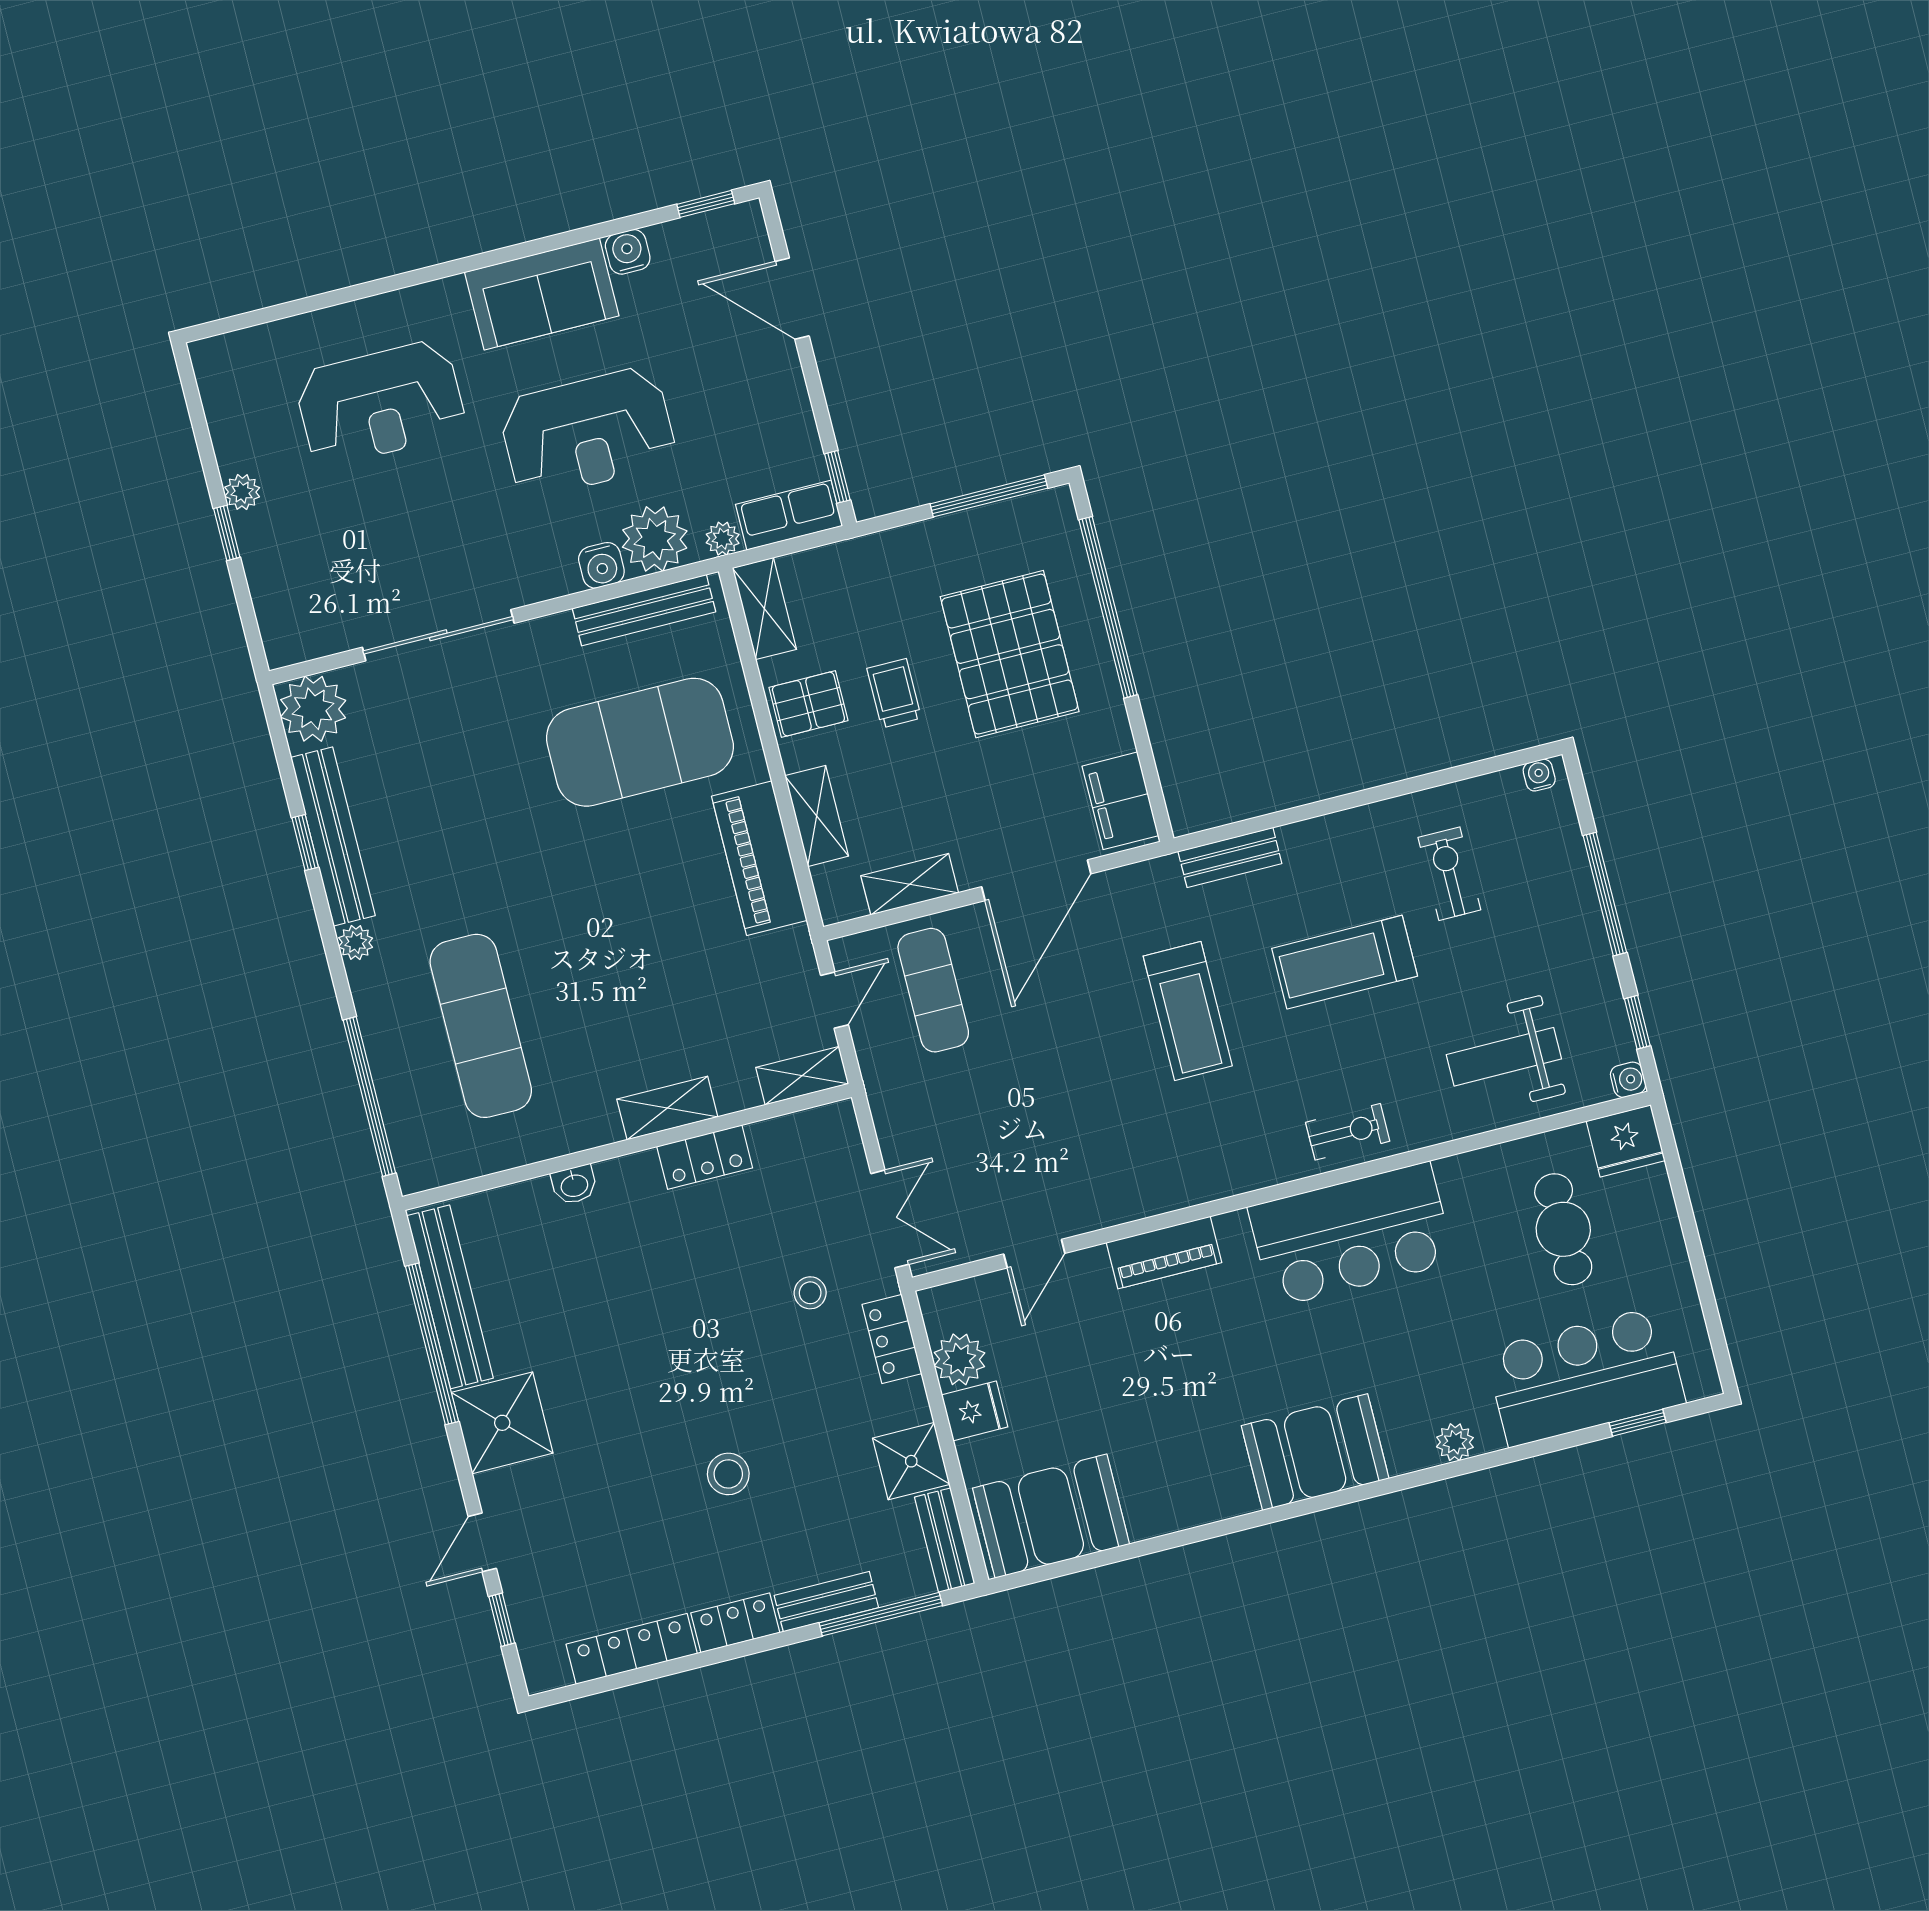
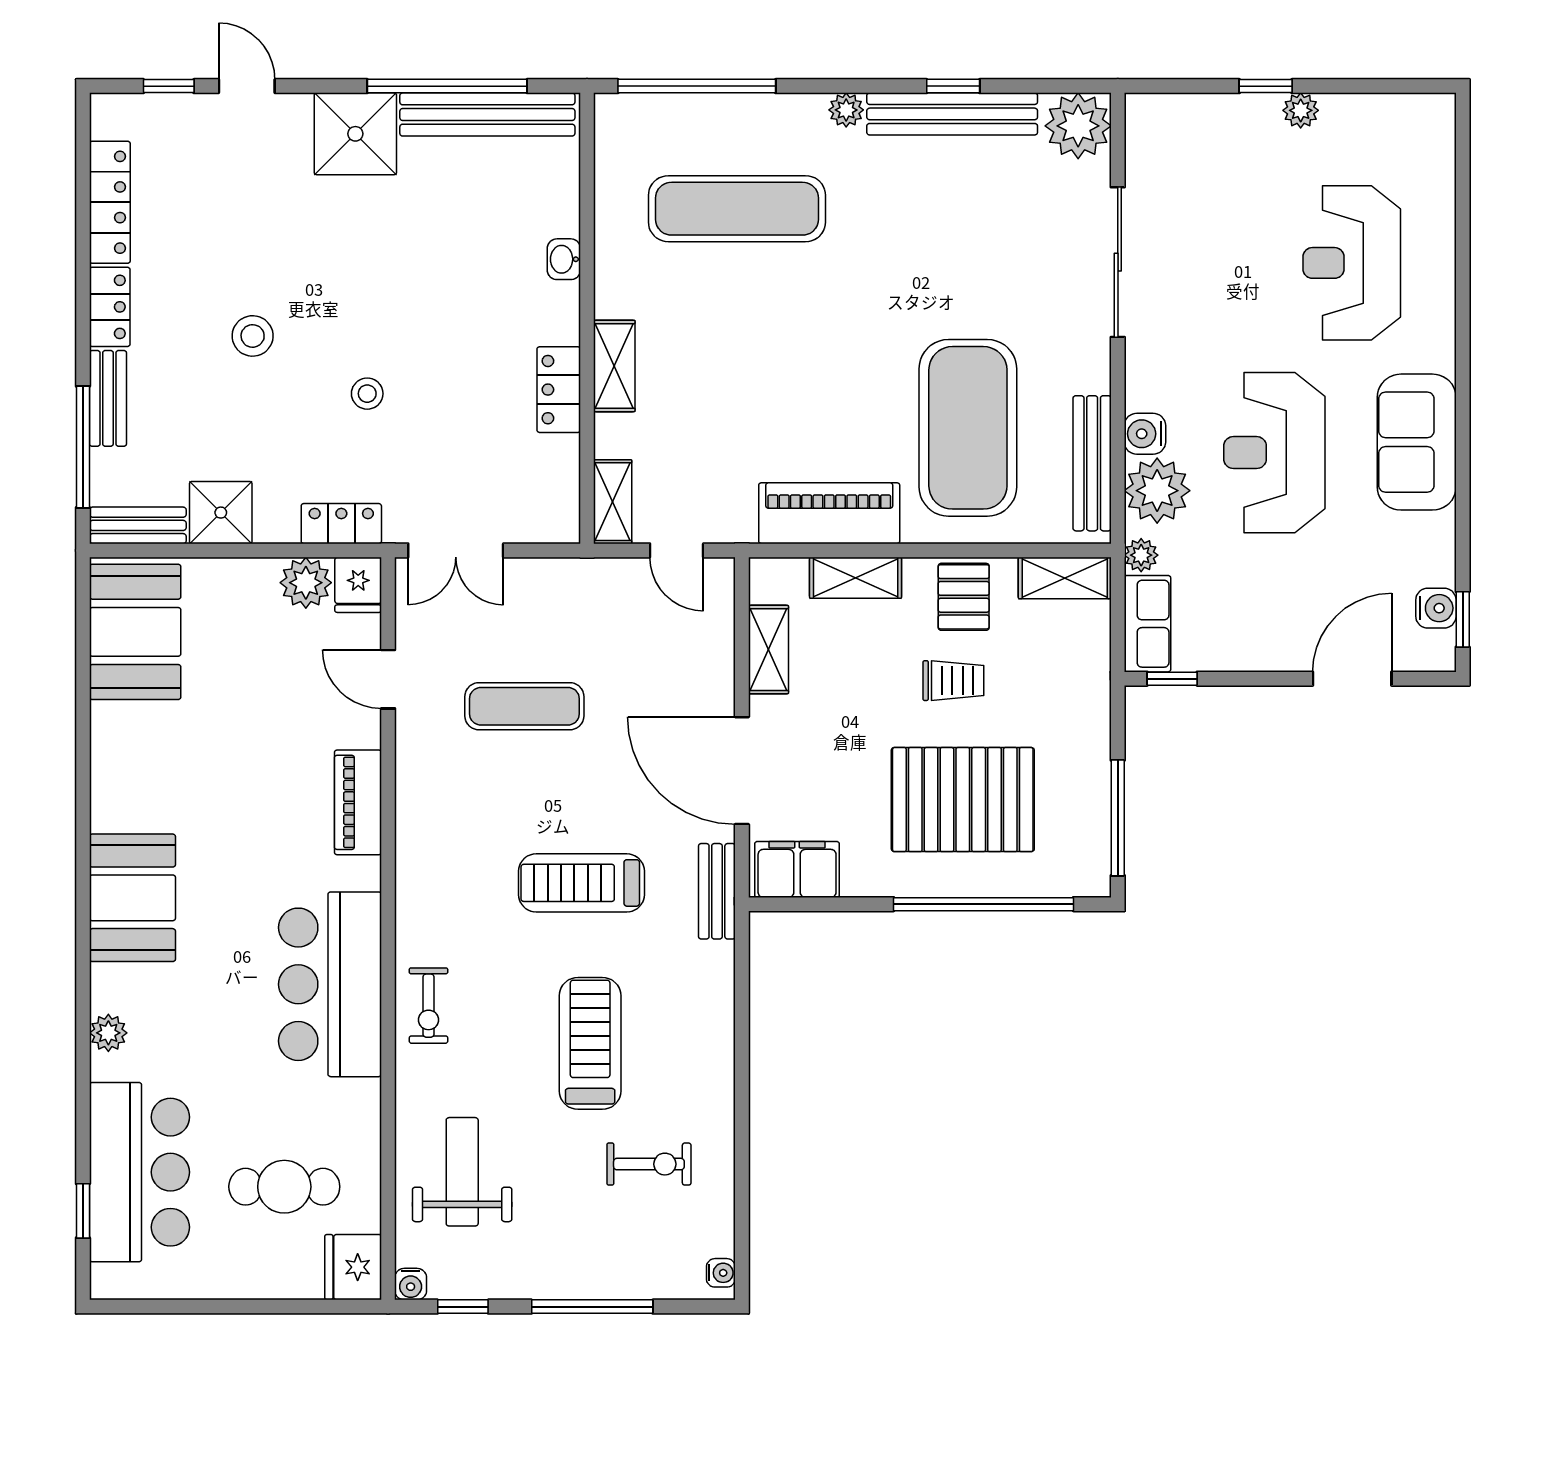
water cooler: (628, 252) -> (1436, 608), moved
bench: (1230, 857) -> (717, 891), moved
exercise mat: (933, 990) -> (524, 706), moved
stool: (810, 1293) -> (367, 394), moved
fridge: (975, 1411) -> (358, 585), moved

